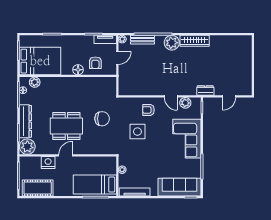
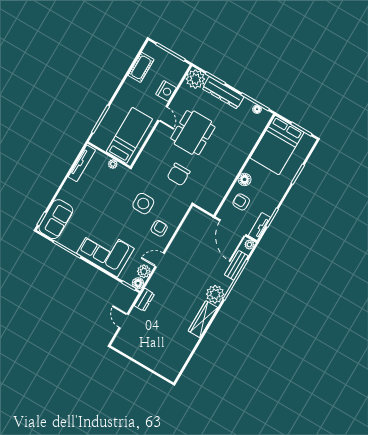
door: (117, 58) -> (233, 228), width x1.88
plant: (35, 82) -> (258, 126), removed
floor lamp: (196, 102) -> (138, 283), added
bed: (95, 185) -> (129, 135), moved
sofa: (179, 187) -> (56, 219), width x0.73
cot: (38, 188) -> (141, 67), width x0.73, depth x0.75

